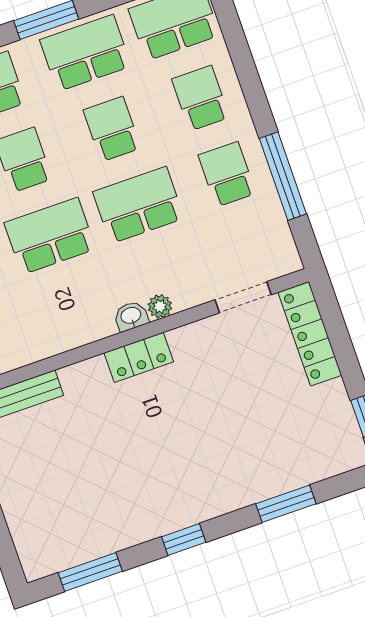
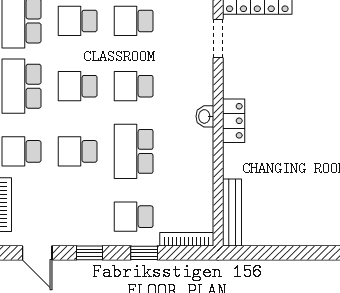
school desk: (138, 205) -> (134, 86), width x0.54
plant: (160, 306) -> (205, 95), removed

